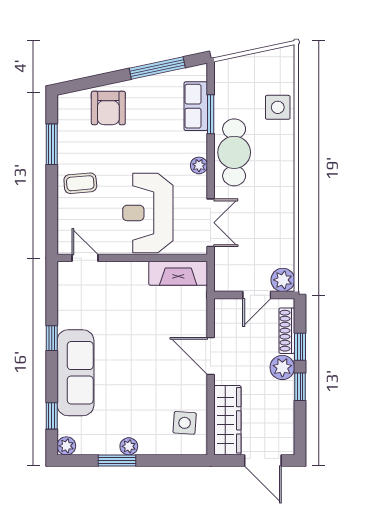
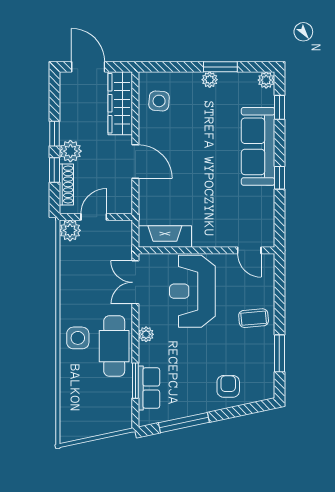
side table: (278, 107) -> (78, 338), moved
armchair: (108, 108) -> (228, 386), width x0.72, depth x0.72
reception desk: (148, 213) -> (192, 291), turned 180

